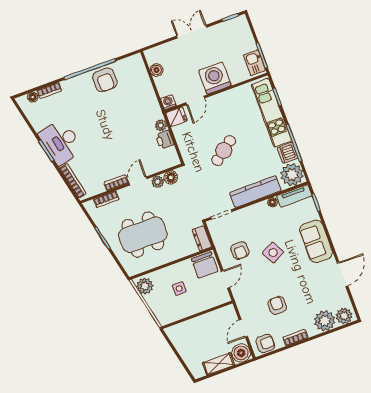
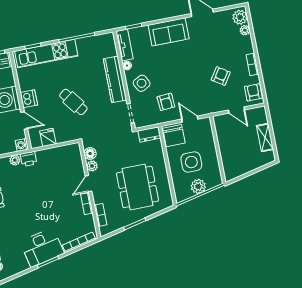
fridge: (176, 117) -> (48, 137), moved
plant: (161, 125) -> (15, 160), moved
printer: (165, 140) -> (28, 159), moved
dishwasher: (288, 153) -> (29, 99), moved, turned -90
plant: (292, 175) -> (105, 44), removed
door: (138, 181) -> (88, 184), hinge flipped
armchair: (240, 251) -> (166, 102), turned 86
side table: (273, 253) -> (142, 83), moved
chair: (205, 265) -> (174, 136), turned 90
plant: (145, 286) -> (198, 186), moved
side table: (179, 288) -> (191, 162), width x1.87, depth x1.87
armchair: (277, 305) -> (221, 76), turned 123
plant: (325, 321) -> (245, 30), width x0.53, depth x0.53
boiler: (241, 353) -> (258, 116), removed

